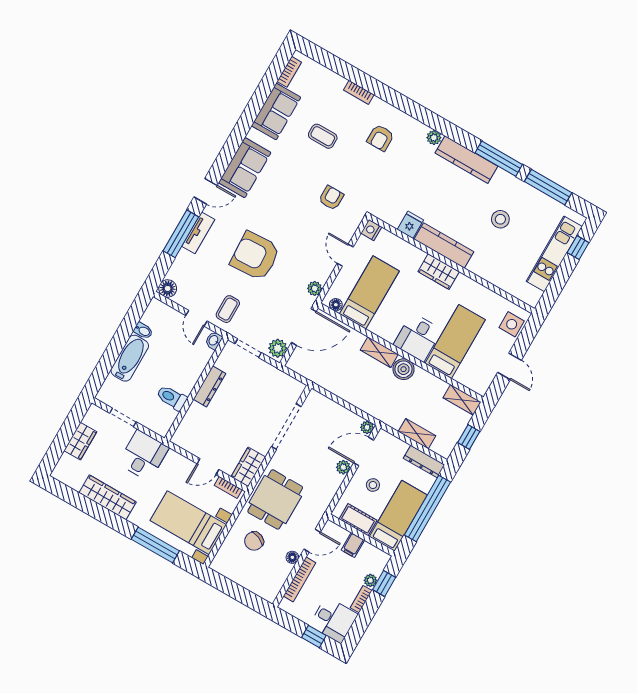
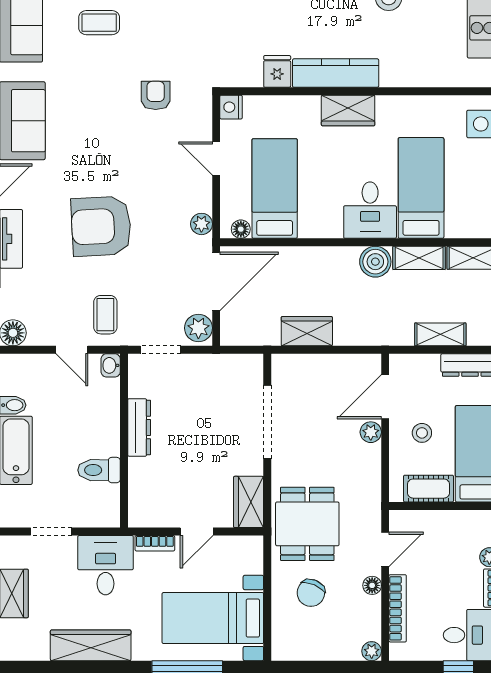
shelving: (379, 352) -> (419, 258), moved
wardrobe: (340, 387) -> (307, 331), added
plant: (367, 427) -> (372, 651), moved
bookcase: (228, 487) -> (155, 543), moved
filing cabinet: (353, 545) -> (441, 525), removed

